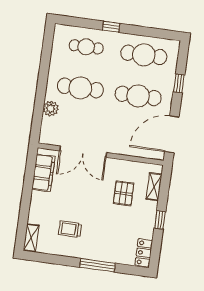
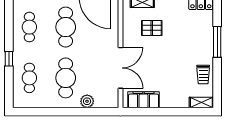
cafe table: (144, 55) -> (29, 27), width x0.73, depth x0.74
trolley: (70, 229) -> (203, 74), moved

